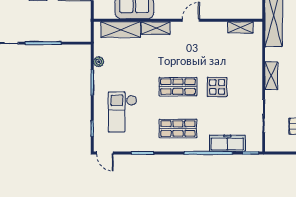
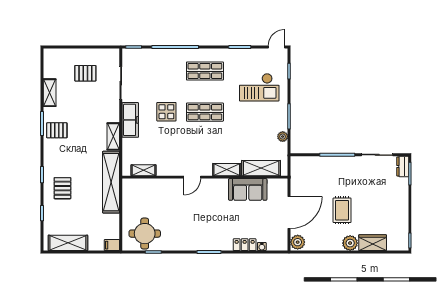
shelving: (271, 76) -> (113, 136), moved
checkout: (123, 112) -> (259, 87), turned 90
freezer: (227, 143) -> (130, 120), moved, turned -90
door: (105, 153) -> (277, 47), hinge flipped

